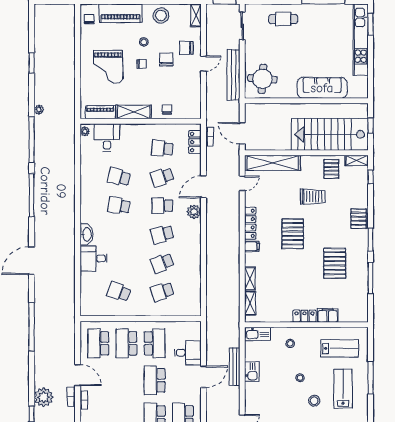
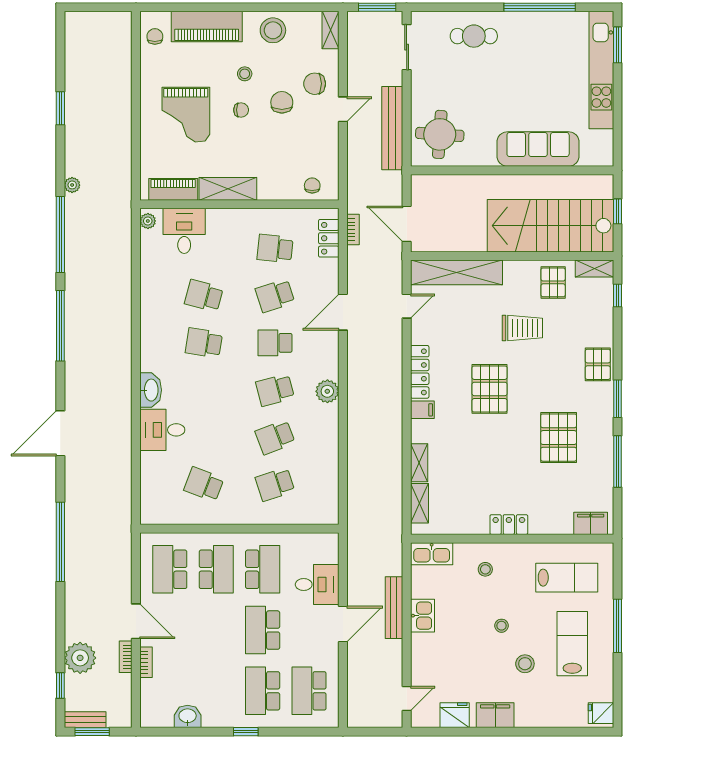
chair: (167, 109) -> (312, 186), moved
plant: (194, 212) -> (327, 391), moved
filing cabinet: (328, 315) -> (591, 523), moved
school desk: (126, 343) -> (216, 569), turned 180

